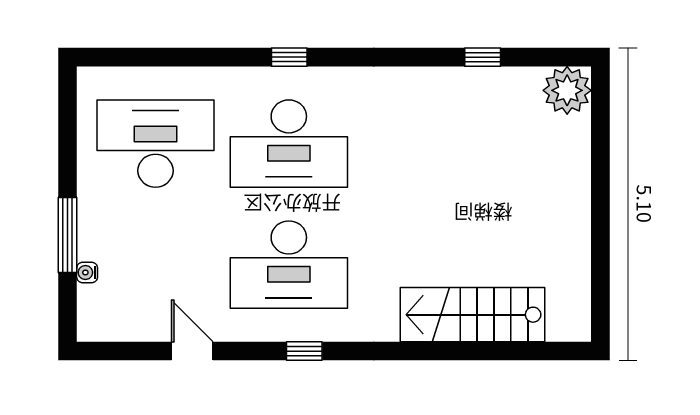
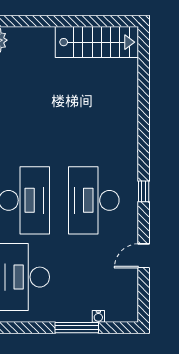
desk: (289, 265) -> (94, 200), turned 180
stairs: (473, 315) -> (97, 42), moved, turned -90

